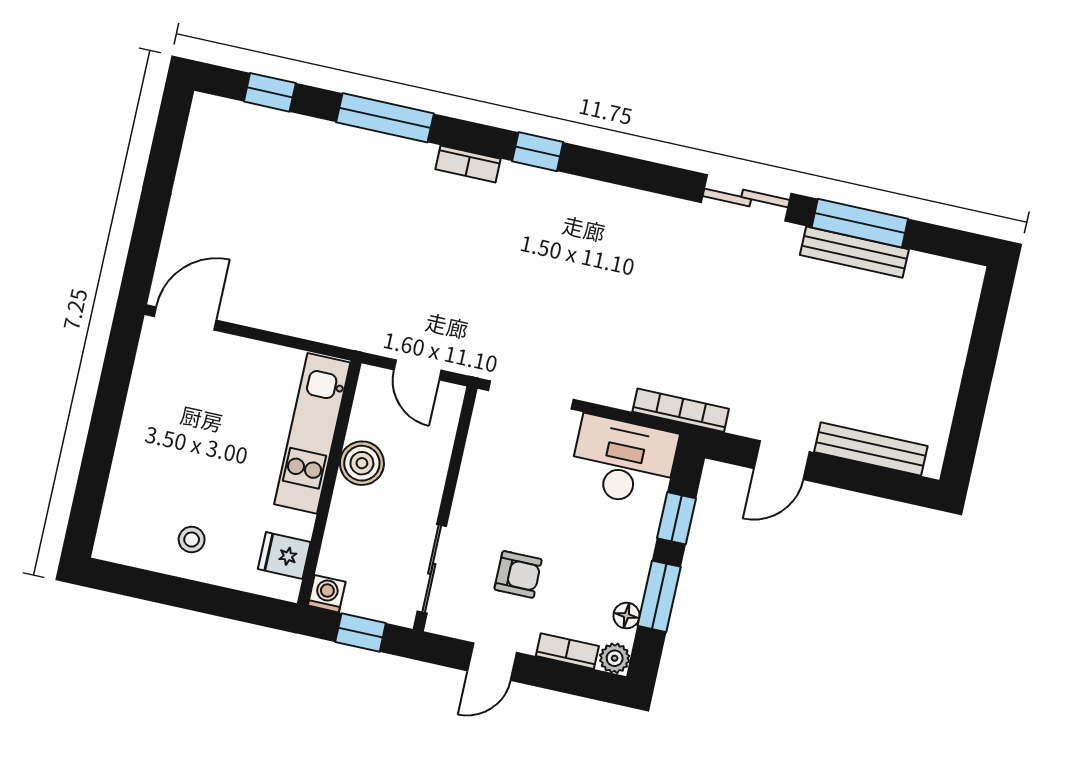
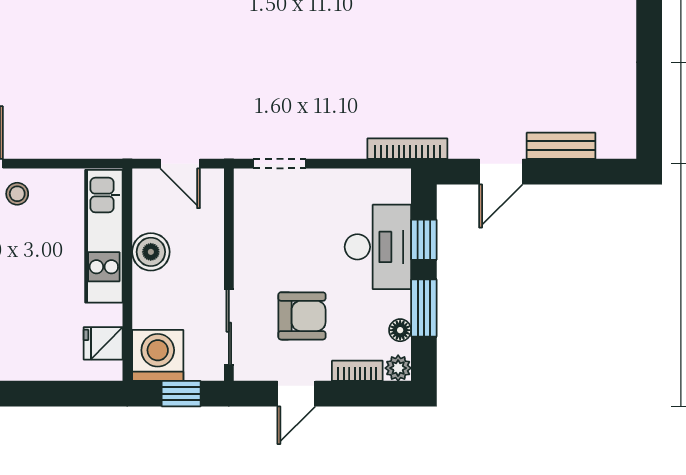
doorway: (531, 395) -> (279, 164), width x0.73
bench: (871, 449) -> (561, 146), width x0.73
desk: (623, 461) -> (378, 247), moved, turned 90
stool: (192, 540) -> (17, 194), moved
armchair: (518, 574) -> (302, 316), width x1.38, depth x1.38
washing machine: (327, 594) -> (158, 355), width x1.89, depth x1.89

